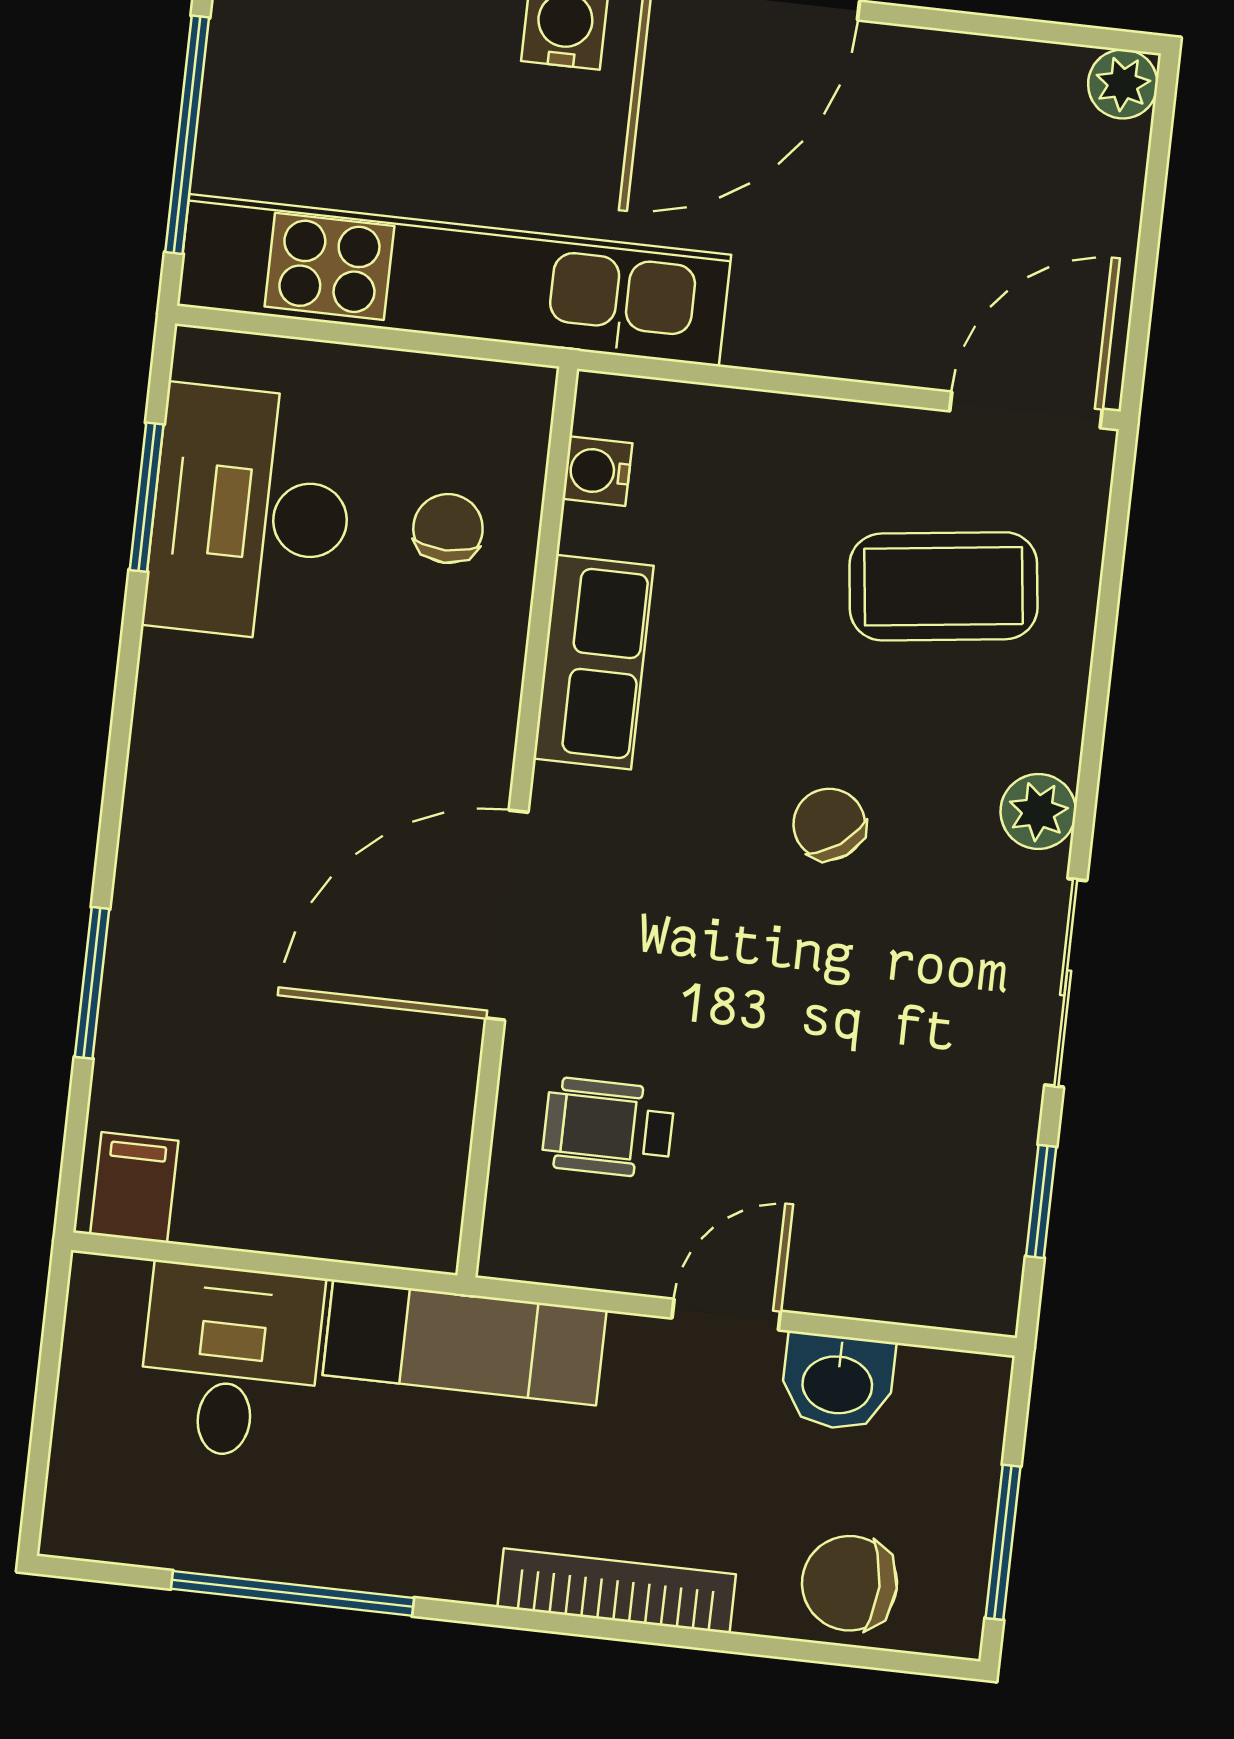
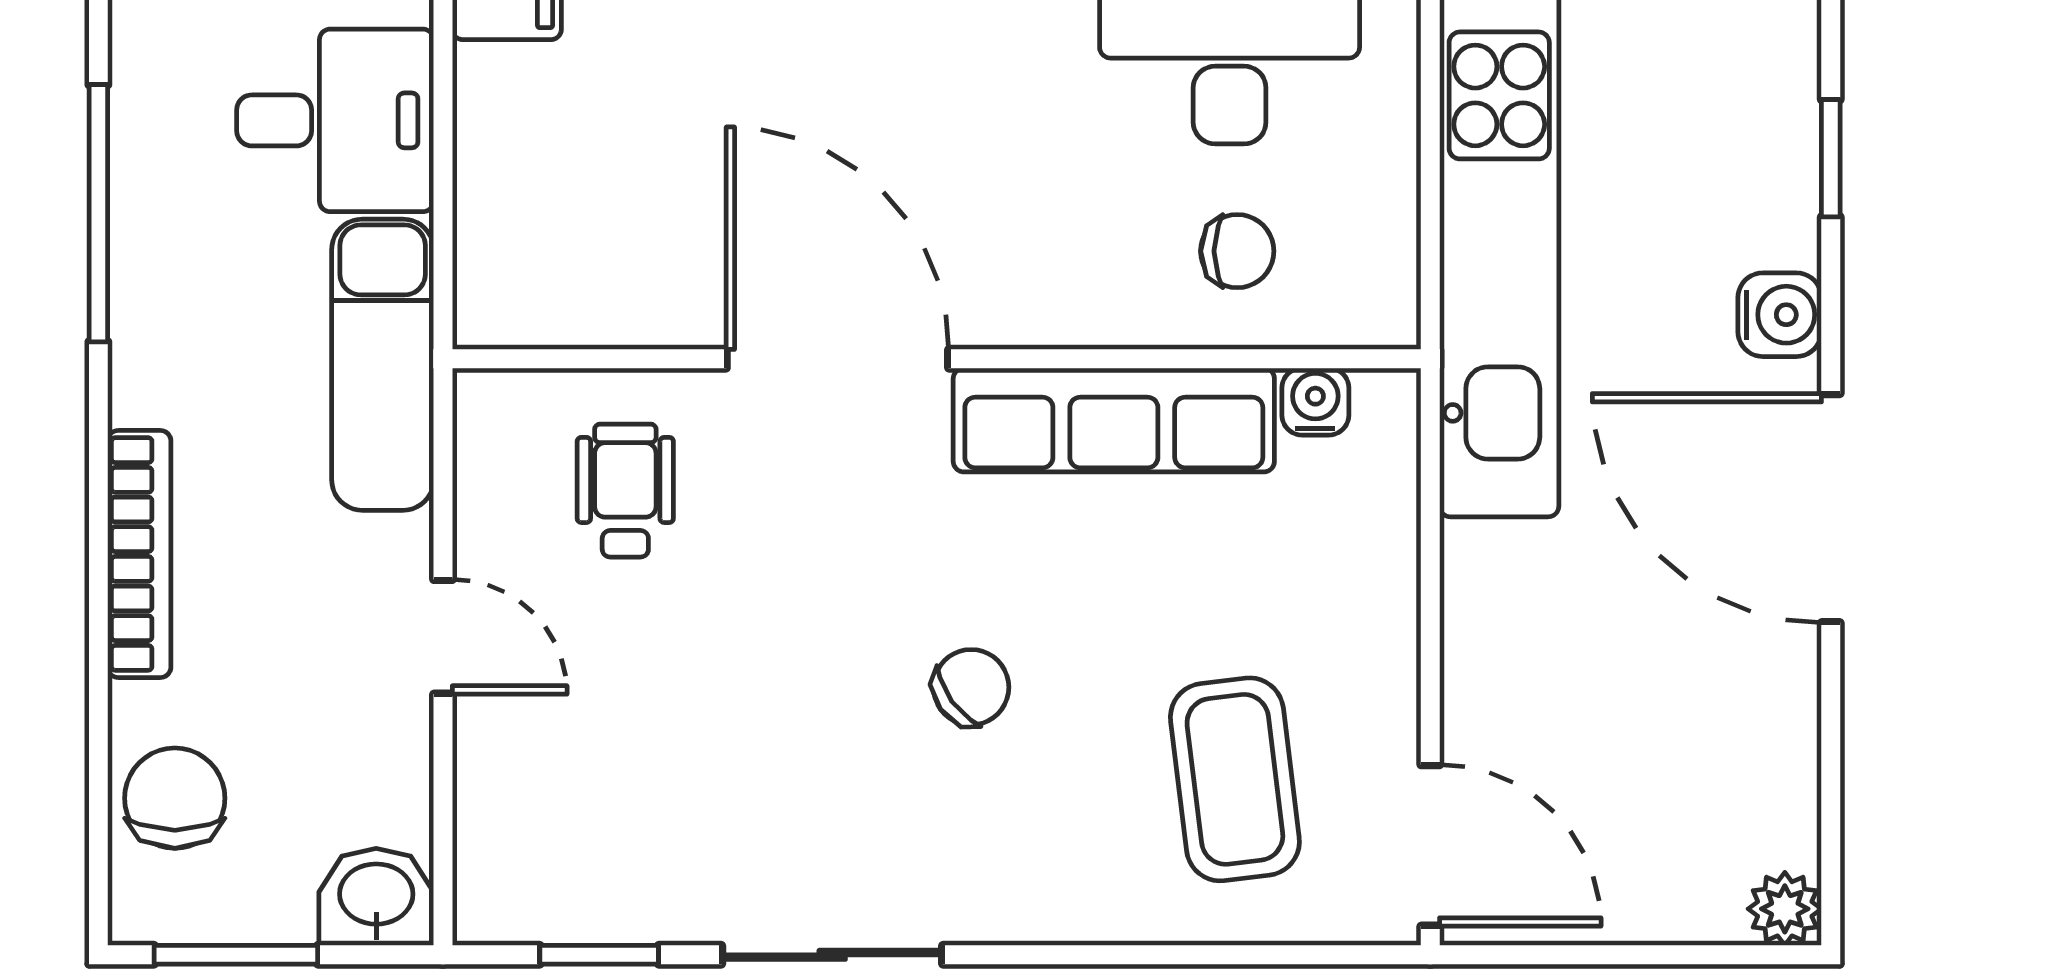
row of seats: (593, 662) -> (1114, 420), width x1.48
plant: (1038, 811) -> (1009, 906), removed
washbasin: (838, 1382) -> (376, 897), moved, turned 90

